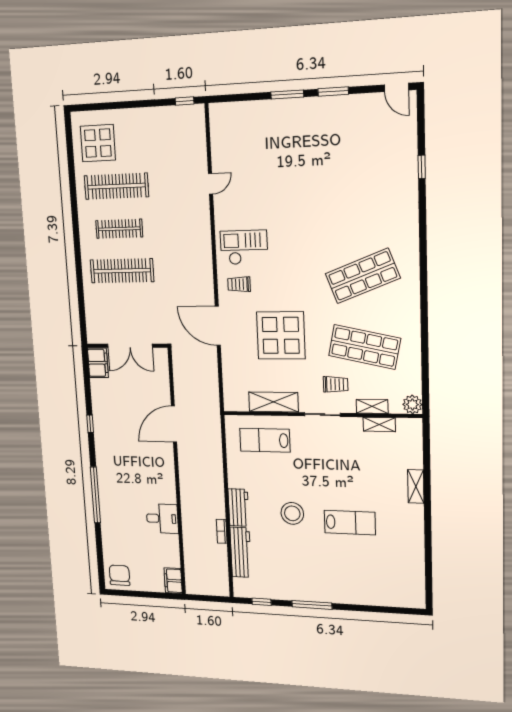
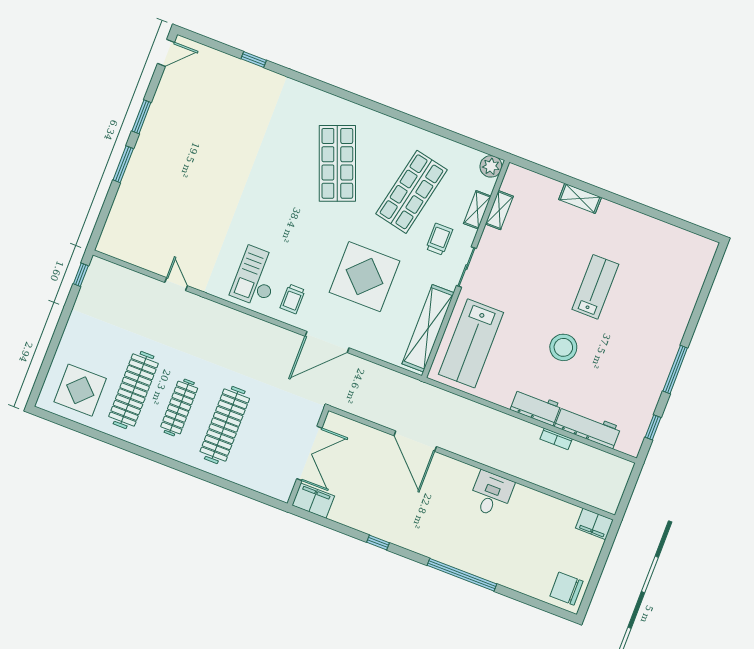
shelving: (273, 402) -> (428, 328), width x1.47
lab bench: (265, 440) -> (471, 343), width x1.36, depth x1.39
desk: (162, 519) -> (491, 494), moved

